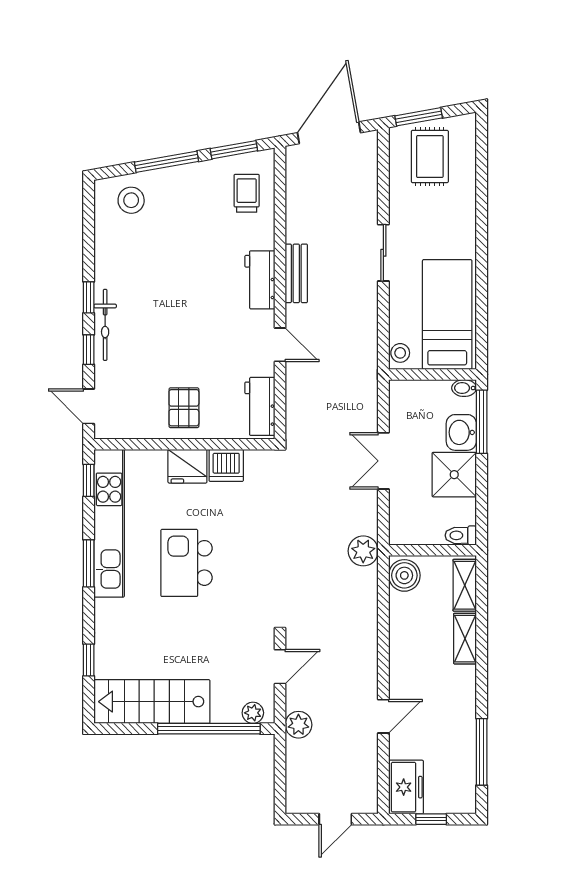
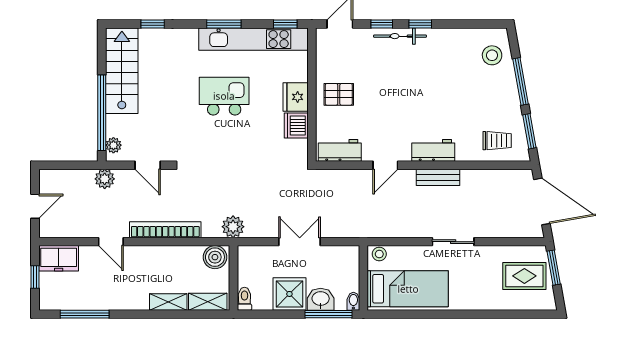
bookcase: (367, 643) -> (165, 230), added
door: (335, 819) -> (35, 206), swing flipped

